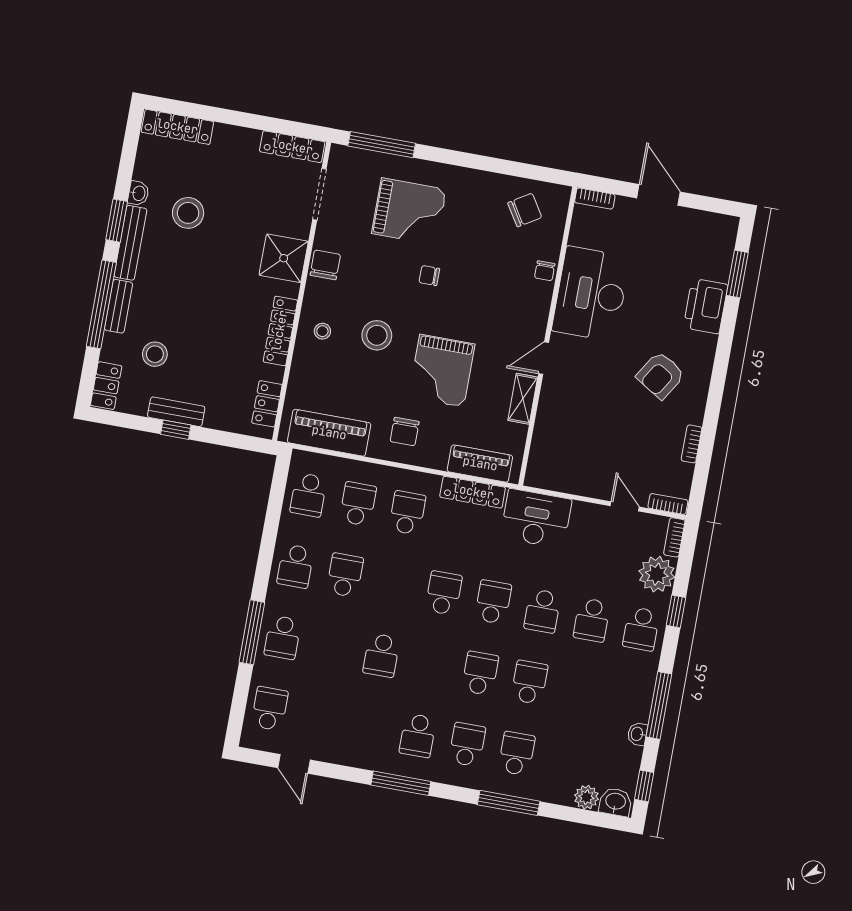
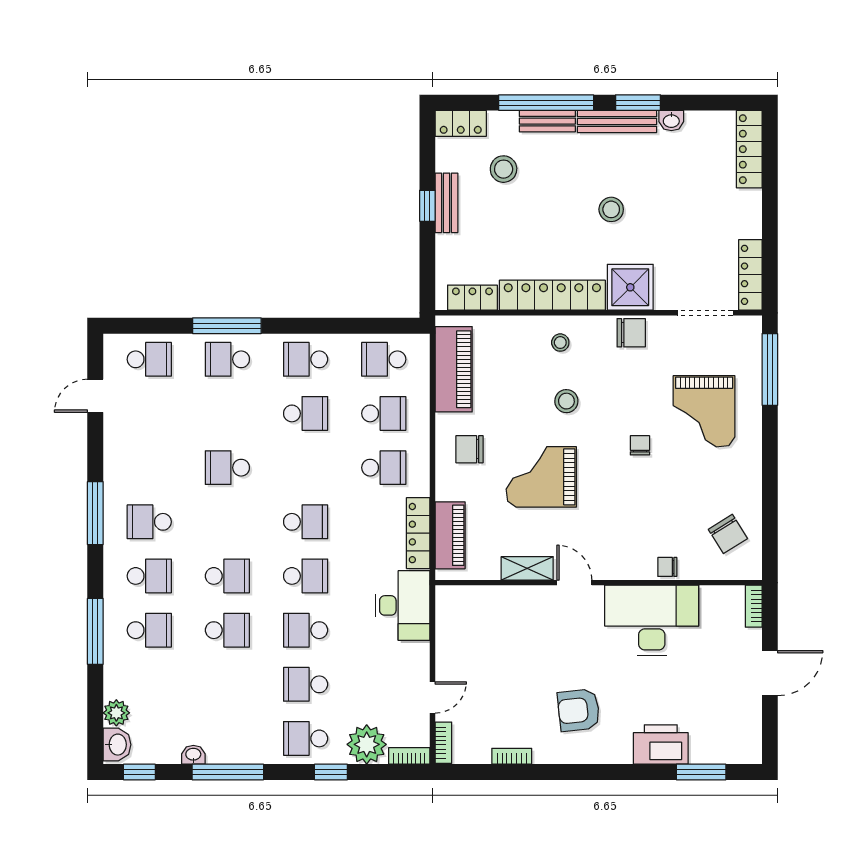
stool: (188, 213) -> (611, 209), moved, width x0.73, depth x0.73
locker: (280, 331) -> (552, 295), width x1.41, depth x1.21
stool: (377, 335) -> (566, 401), width x0.73, depth x0.73
armchair: (661, 375) -> (579, 710), turned -38

